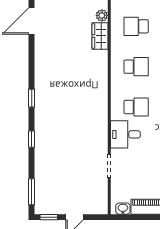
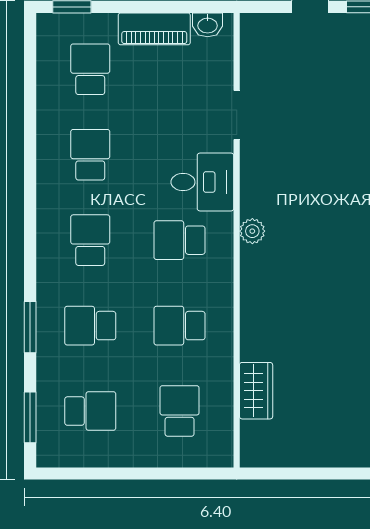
plant: (102, 15) -> (252, 231), moved
school desk: (136, 26) -> (180, 411), turned -90

